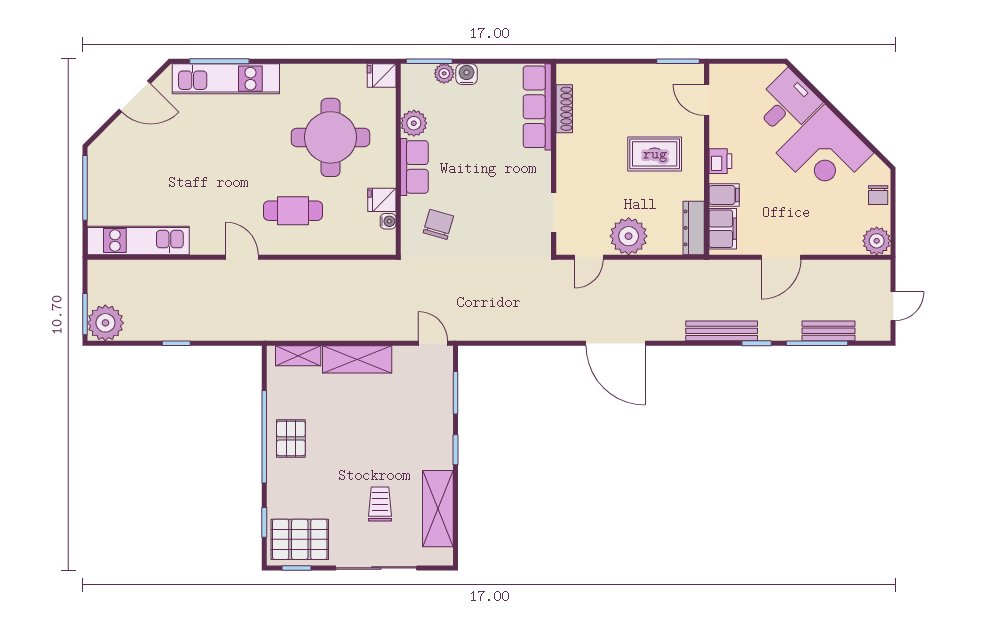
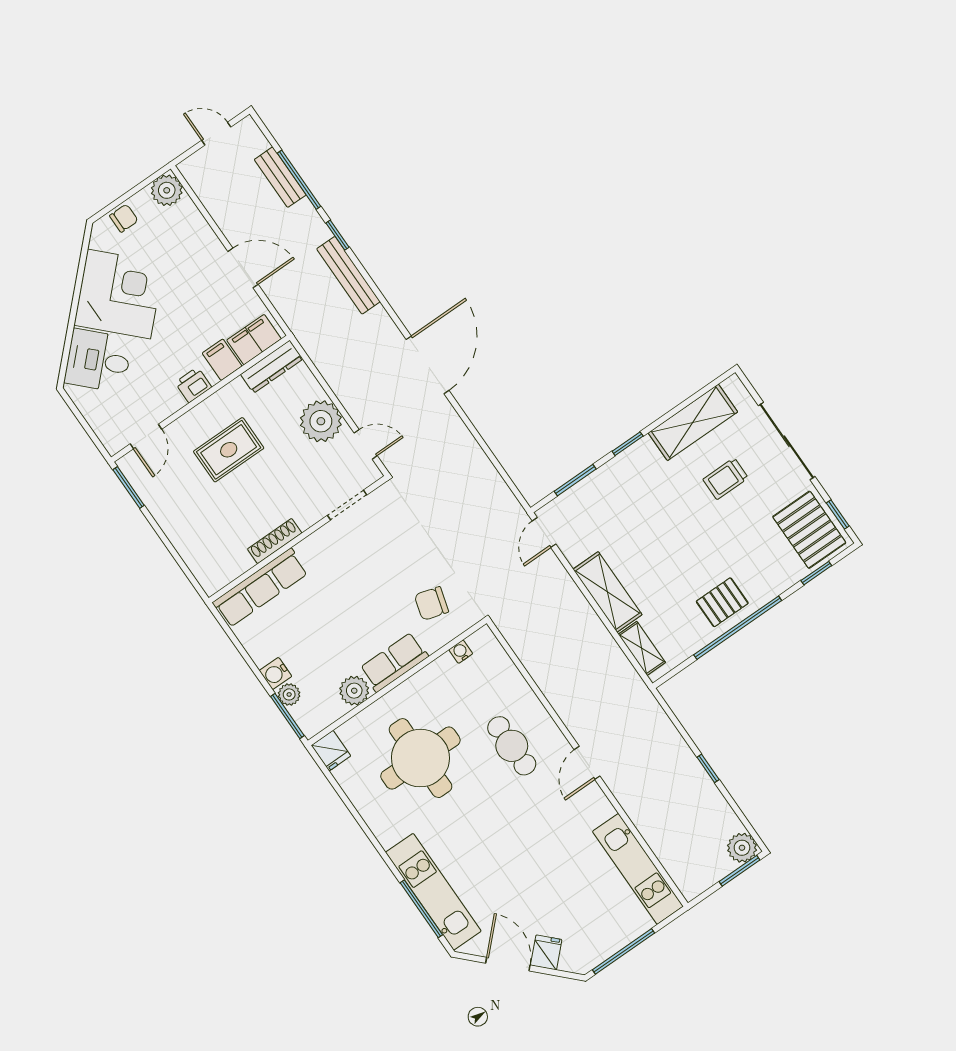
shoe rack: (564, 109) -> (275, 541), moved
rug: (655, 154) -> (229, 450), turned 90
fridge: (382, 200) -> (546, 952), moved, turned -135
plant: (105, 323) -> (742, 848), width x0.73, depth x0.73

